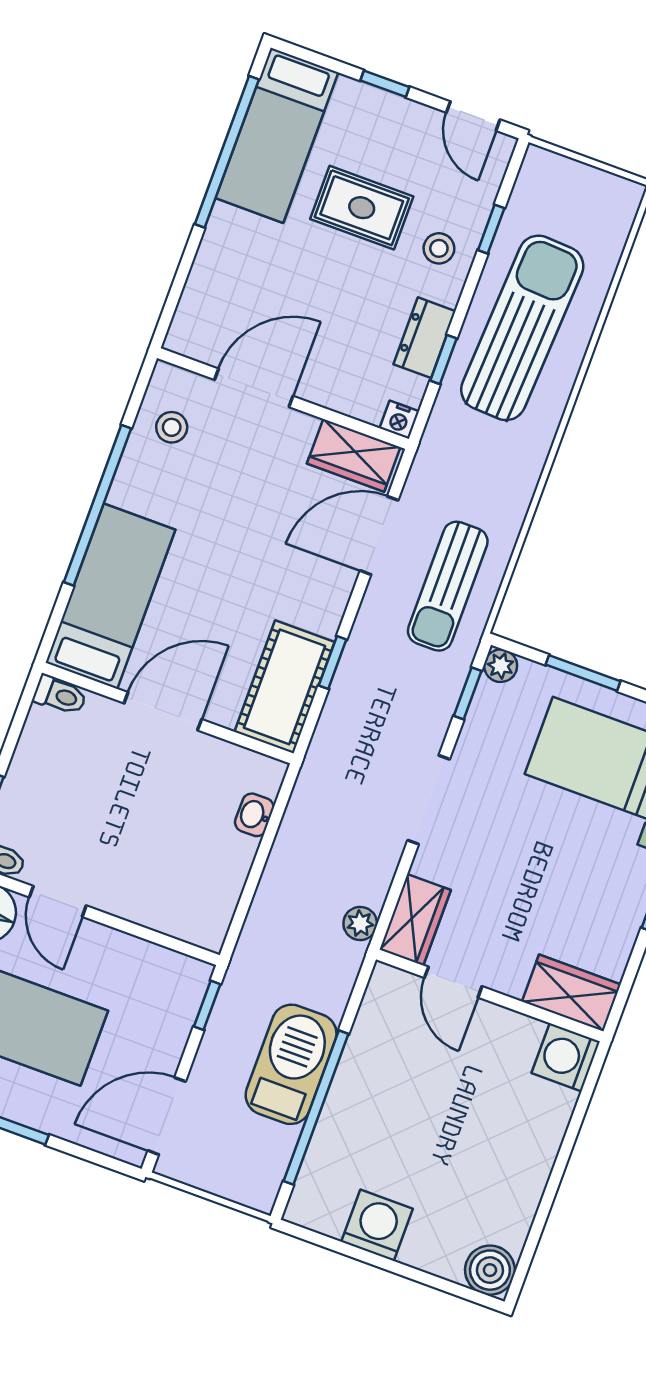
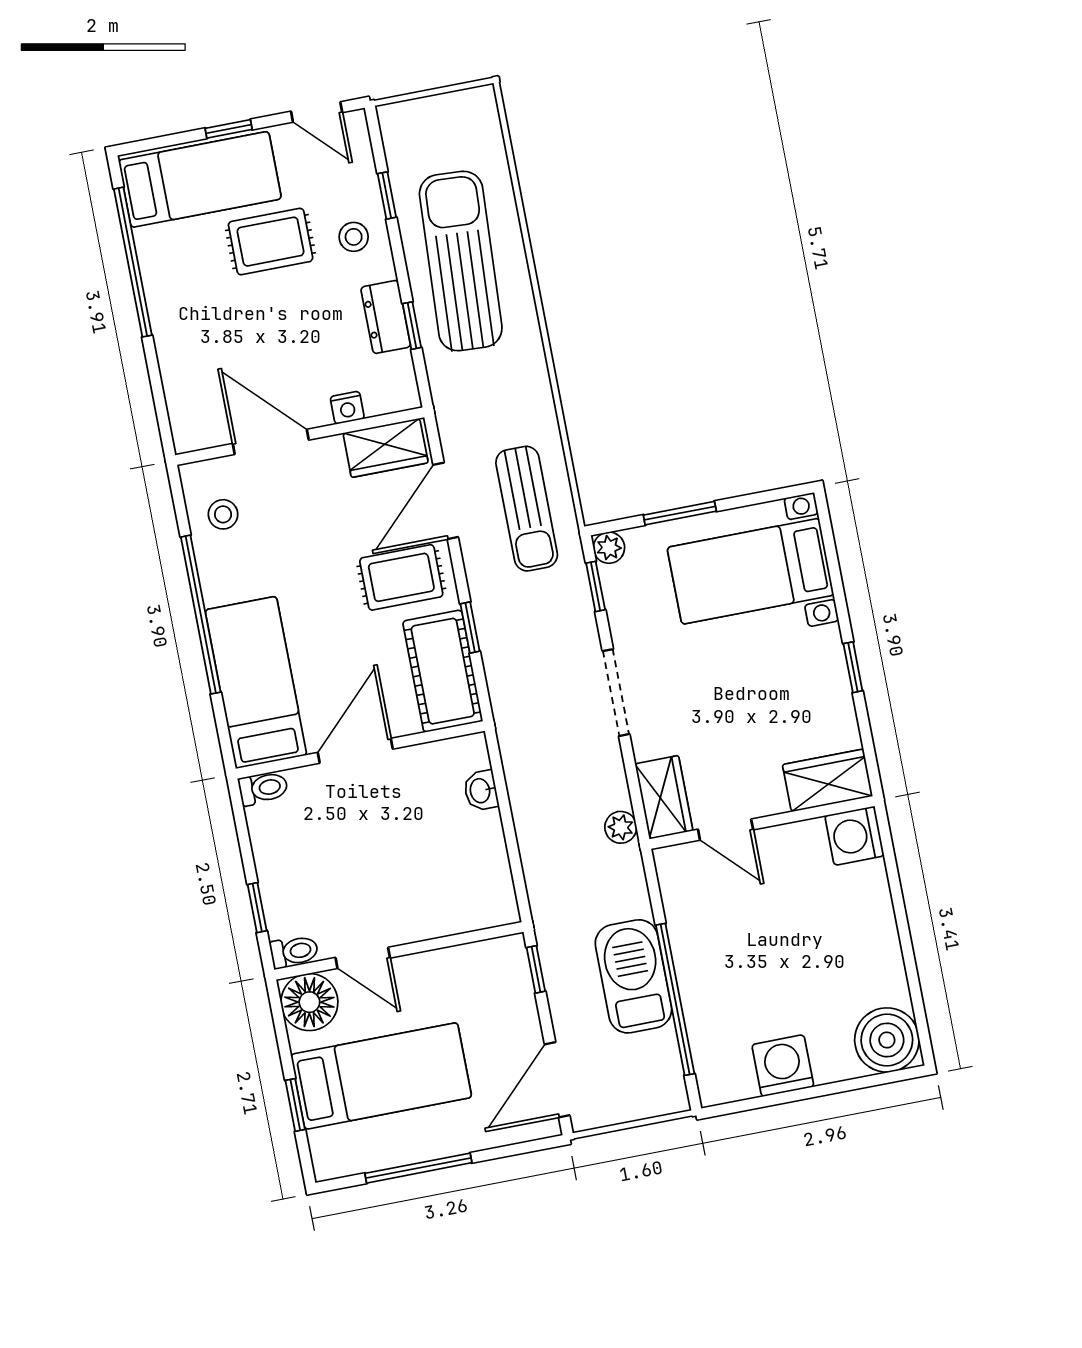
bed: (277, 135) -> (200, 179), moved, turned -90
door: (254, 388) -> (271, 442), hinge flipped
nightstand: (399, 420) -> (347, 408), moved
rug: (298, 580) -> (401, 577), added
boiler: (490, 1270) -> (887, 1040), width x1.37, depth x1.37

